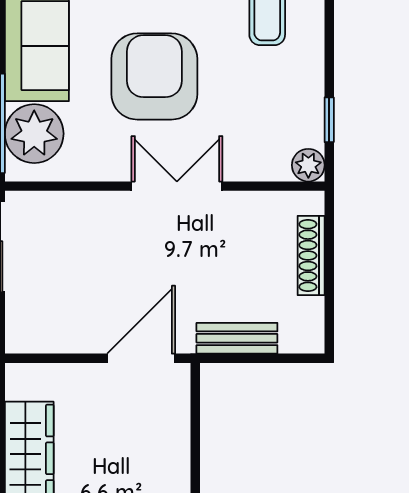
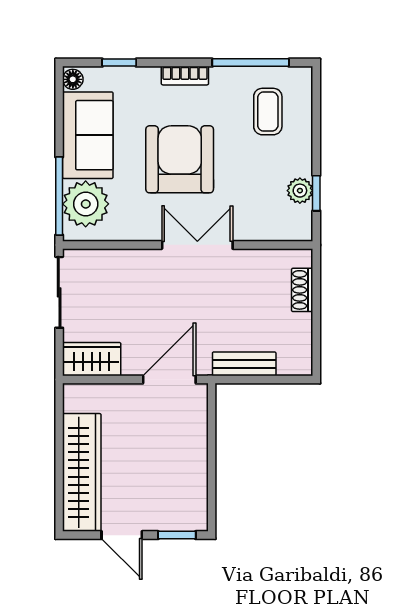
plant: (308, 165) -> (300, 191), moved
shoe rack: (311, 256) -> (302, 290), width x0.70
wardrobe: (42, 332) -> (92, 359), added

